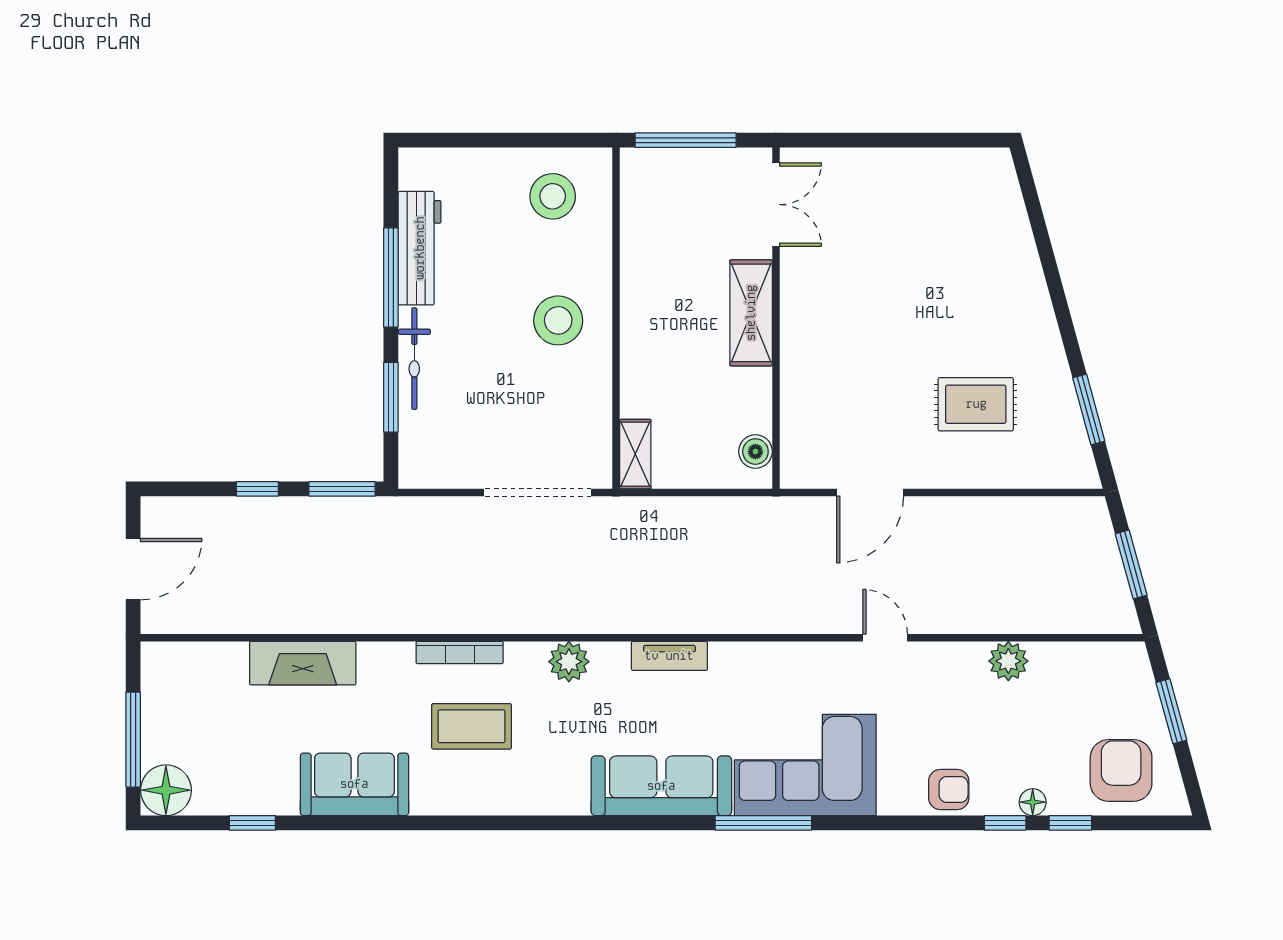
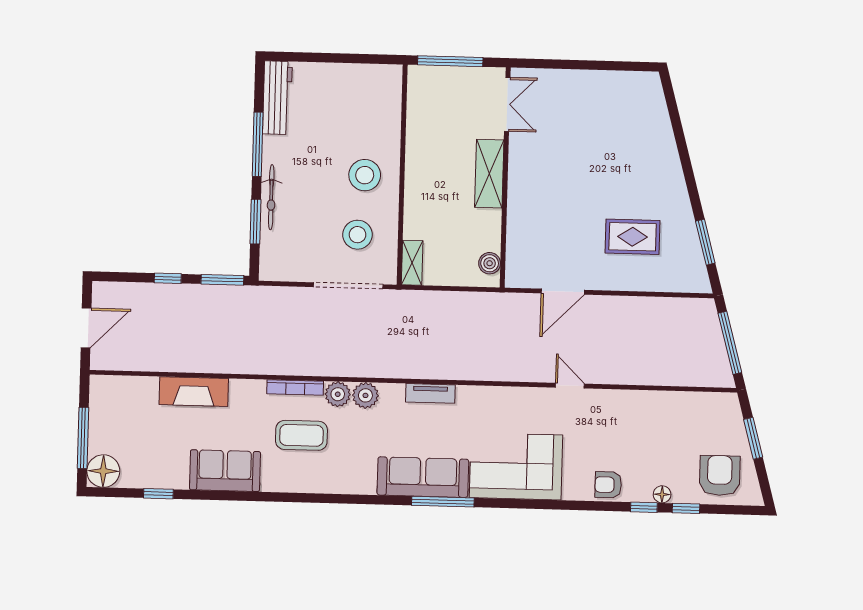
stool: (553, 196) -> (357, 235), moved
workbench: (420, 248) -> (277, 98), moved
window: (1131, 564) -> (730, 343), width x1.44
plant: (1008, 661) -> (338, 394), moved
armchair: (949, 790) -> (608, 485), turned 180
window: (763, 823) -> (443, 502), moved

